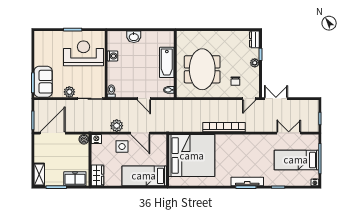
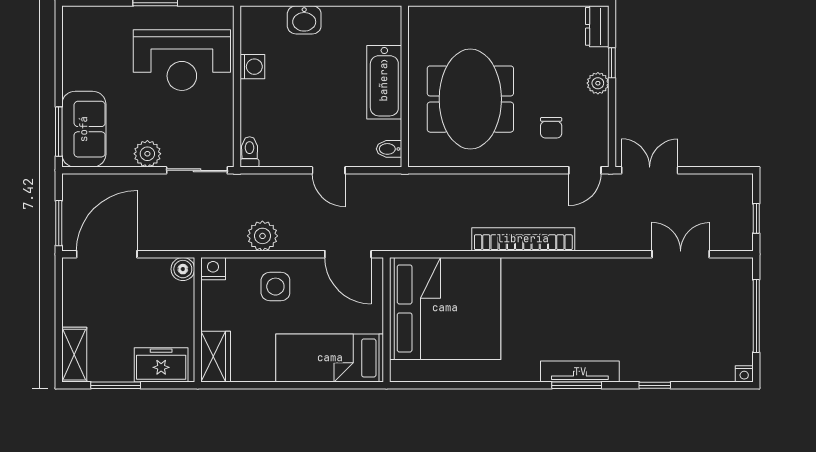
reception desk: (83, 53) -> (182, 60), turned 180
door: (140, 133) -> (348, 254), moved
bed: (296, 160) -> (699, 319), removed

